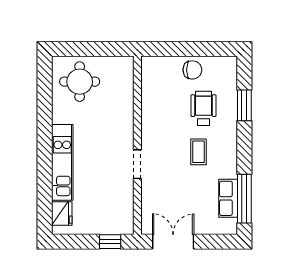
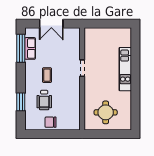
round table: (80, 82) -> (106, 112), moved
fridge: (62, 214) -> (126, 40), removed
window: (110, 242) -> (98, 24), removed
double door: (173, 242) -> (51, 24), moved

